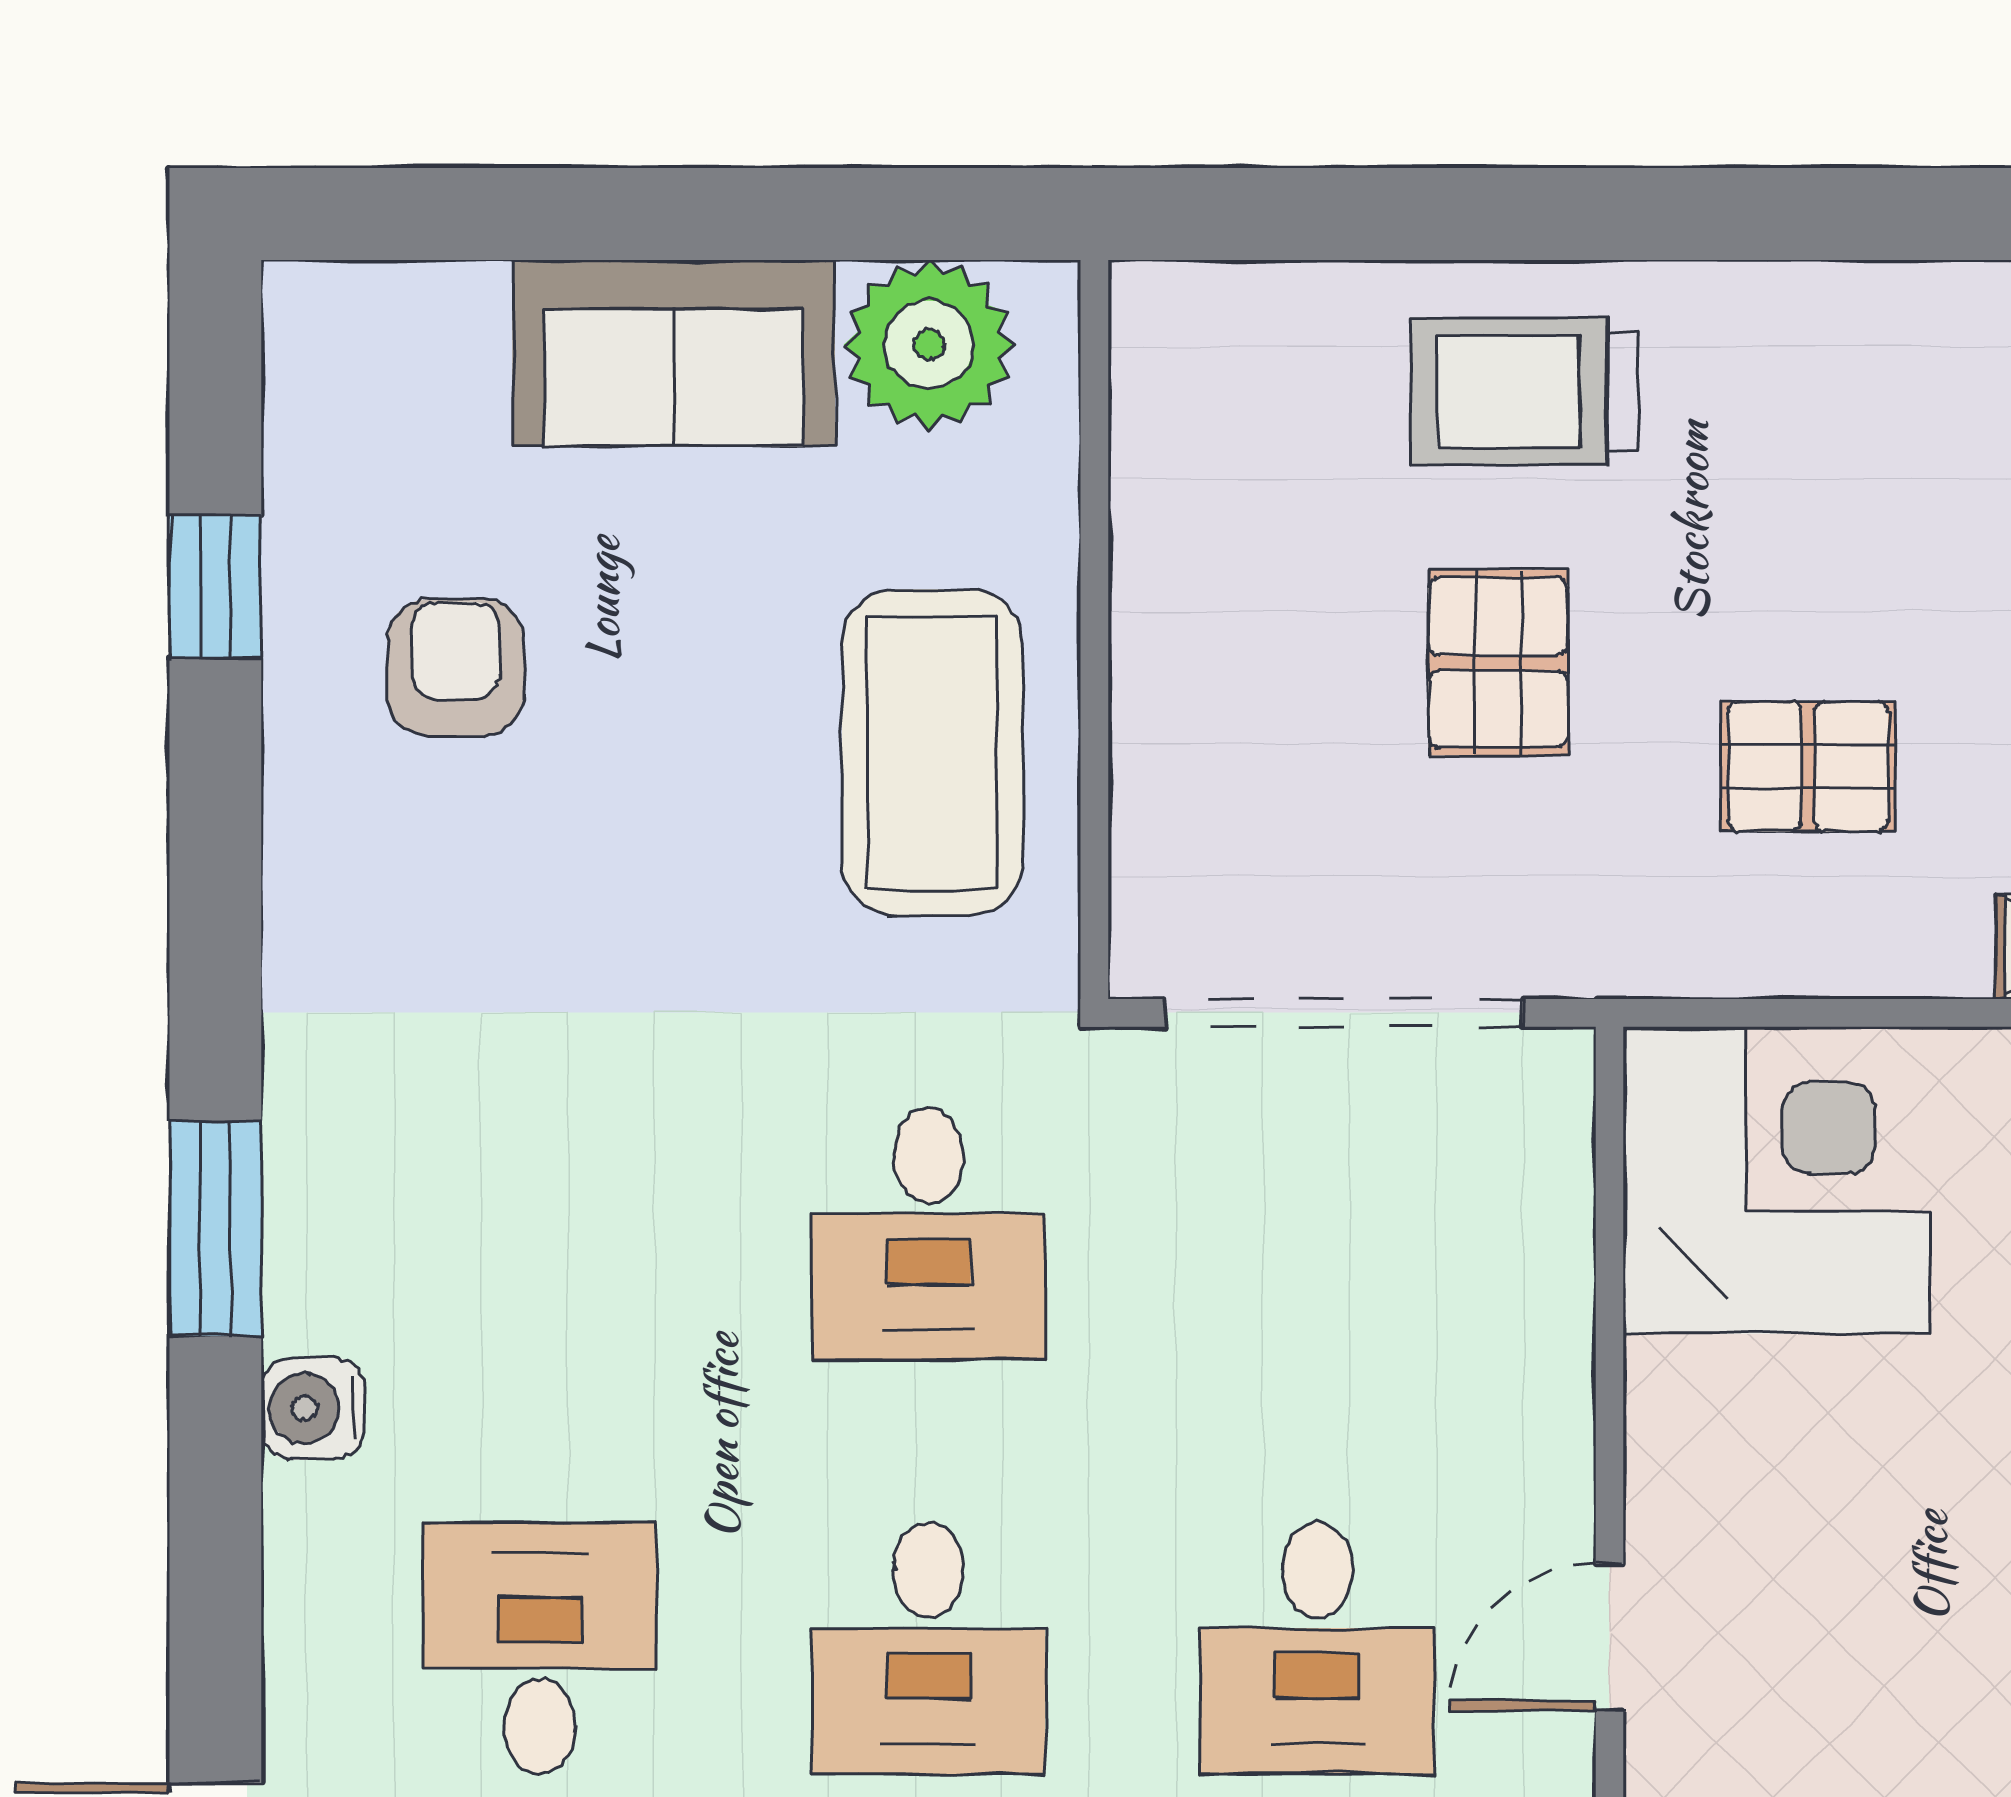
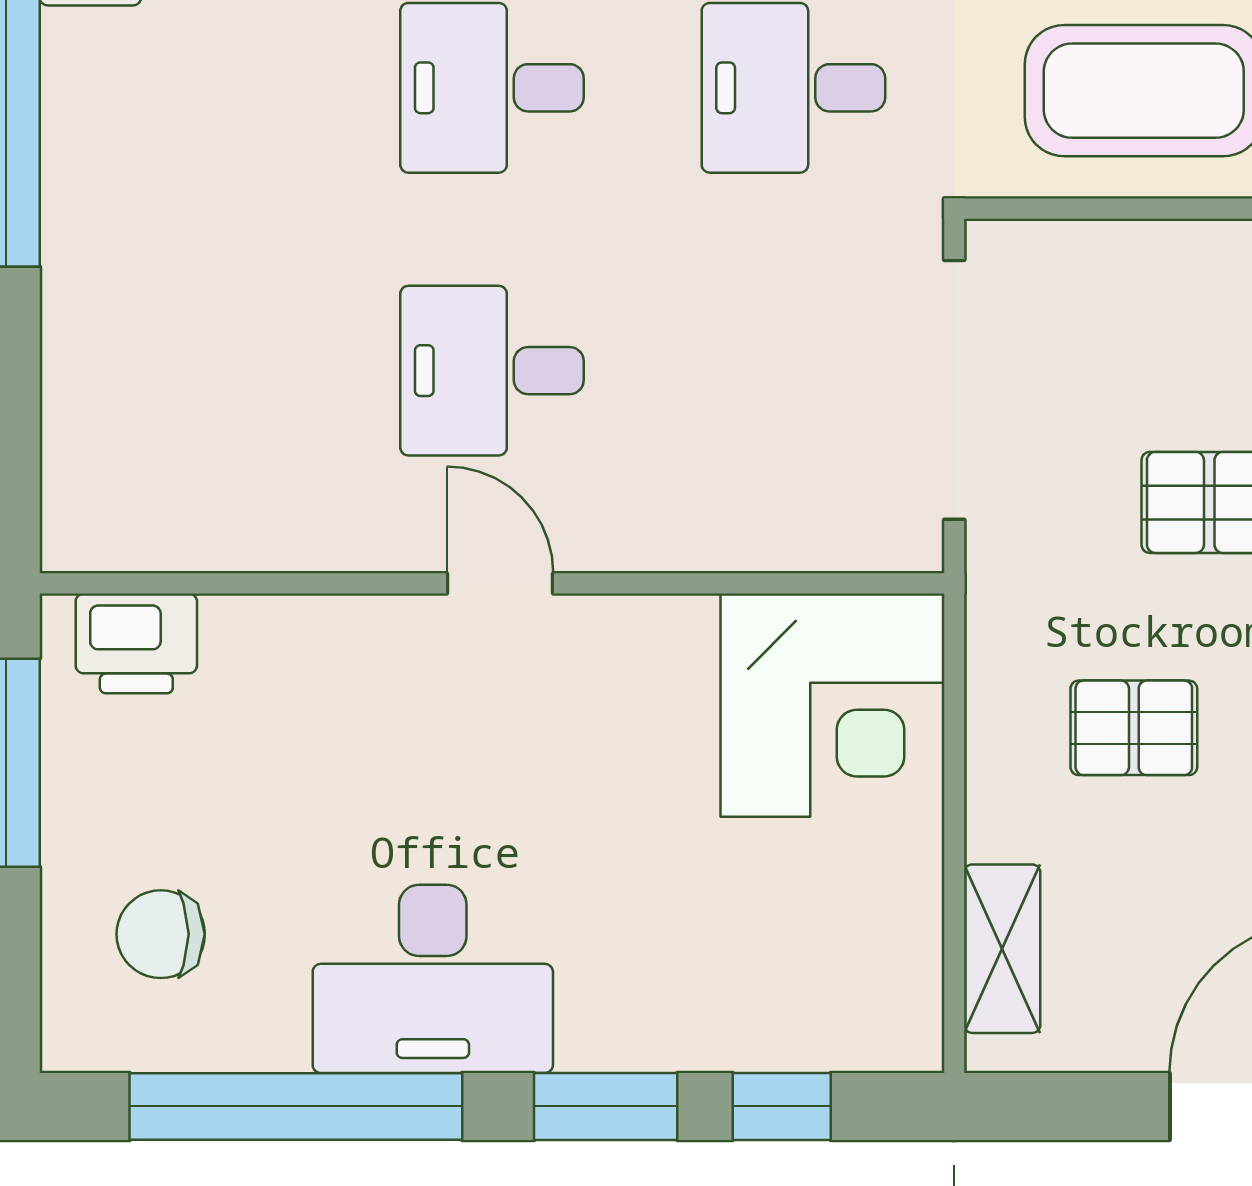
pallet: (1808, 766) -> (1134, 728), turned 90

